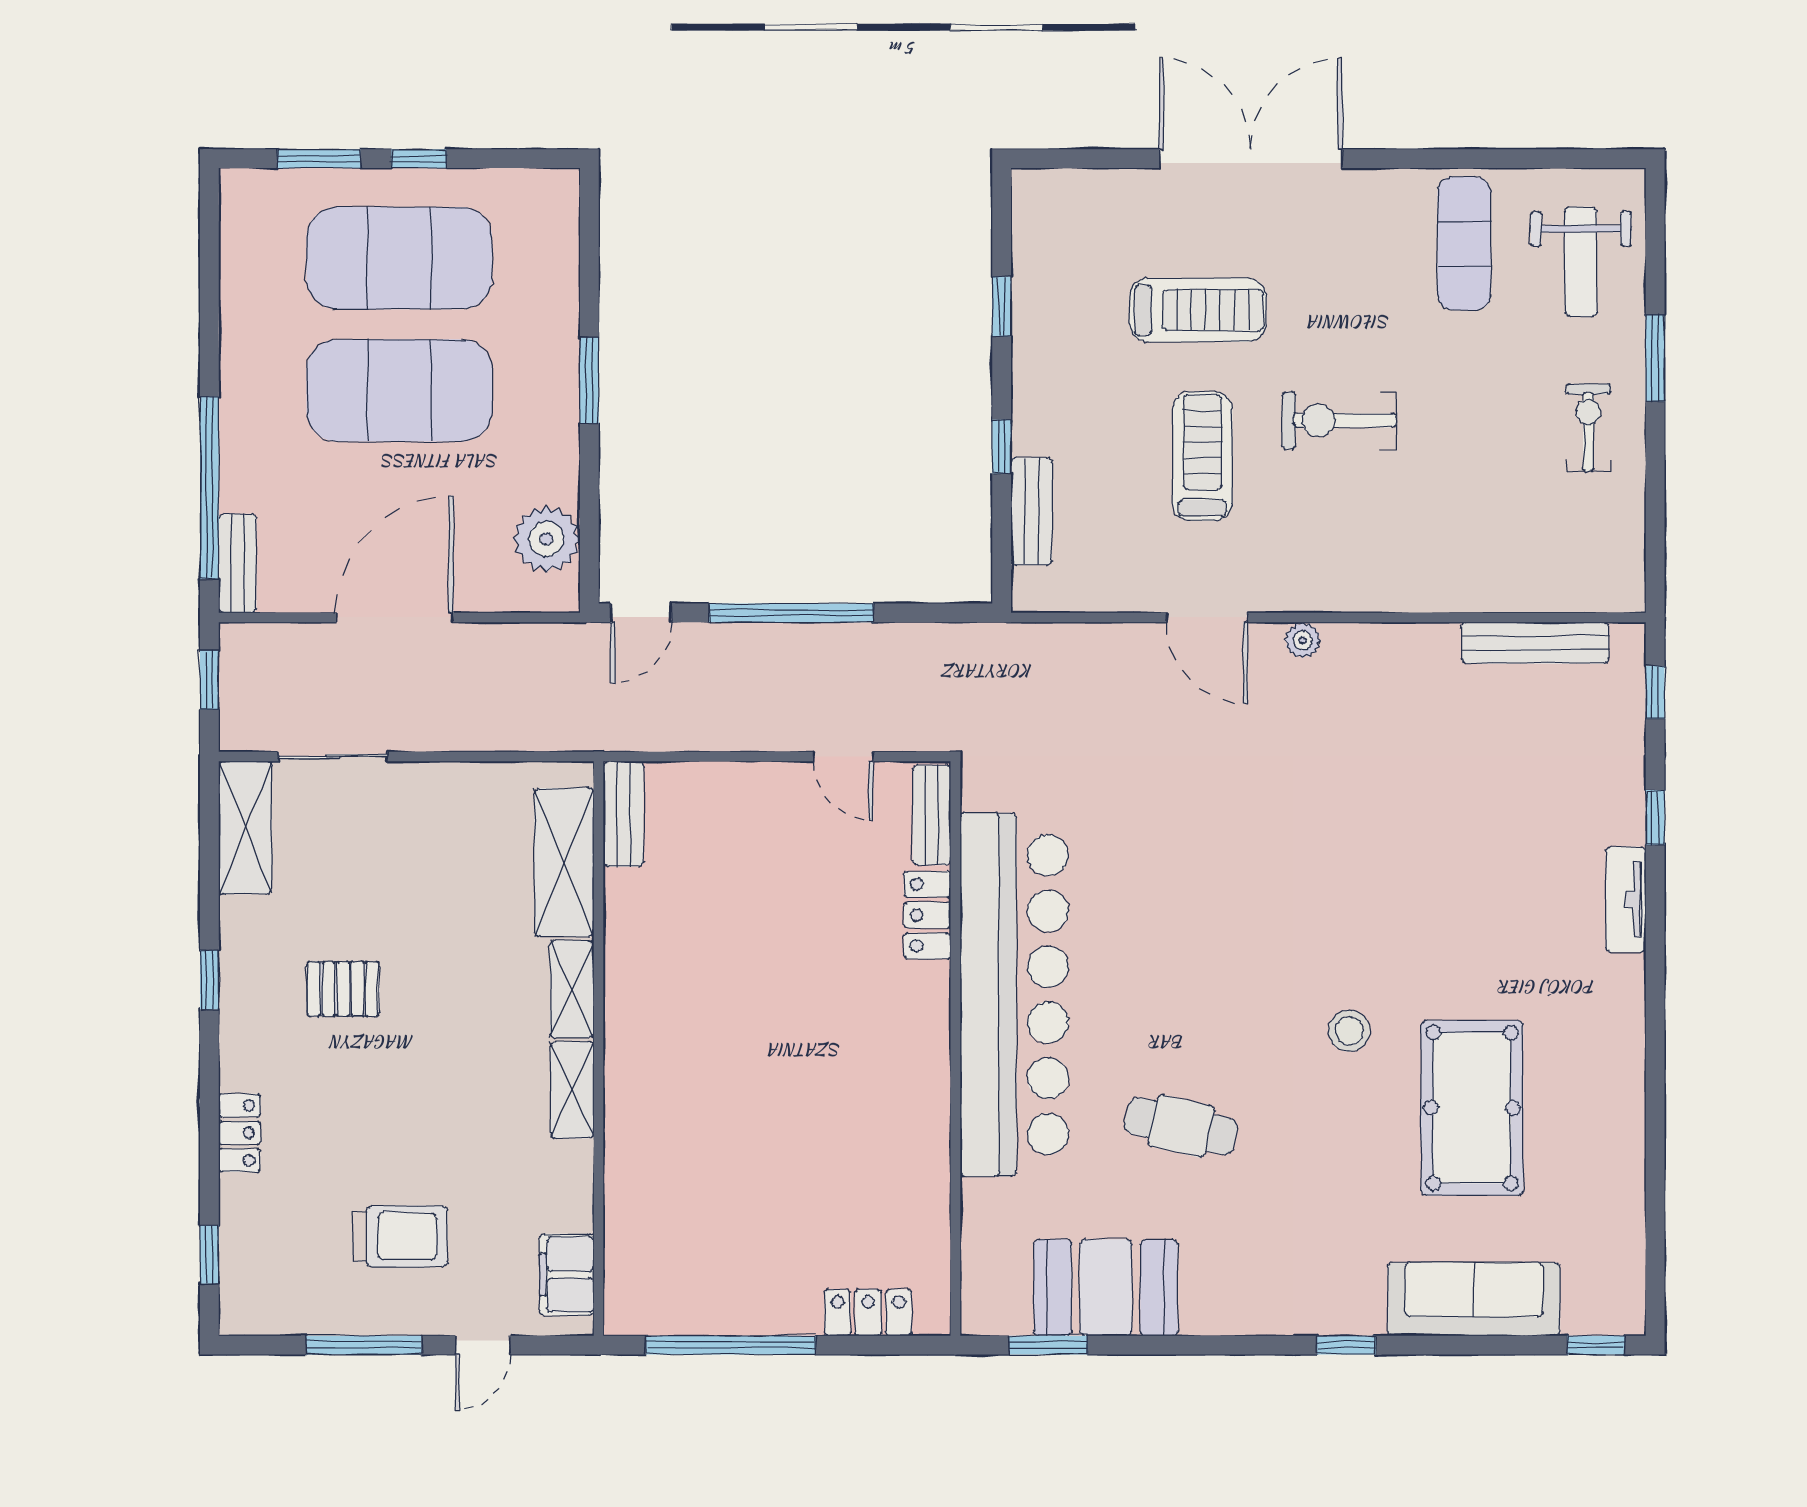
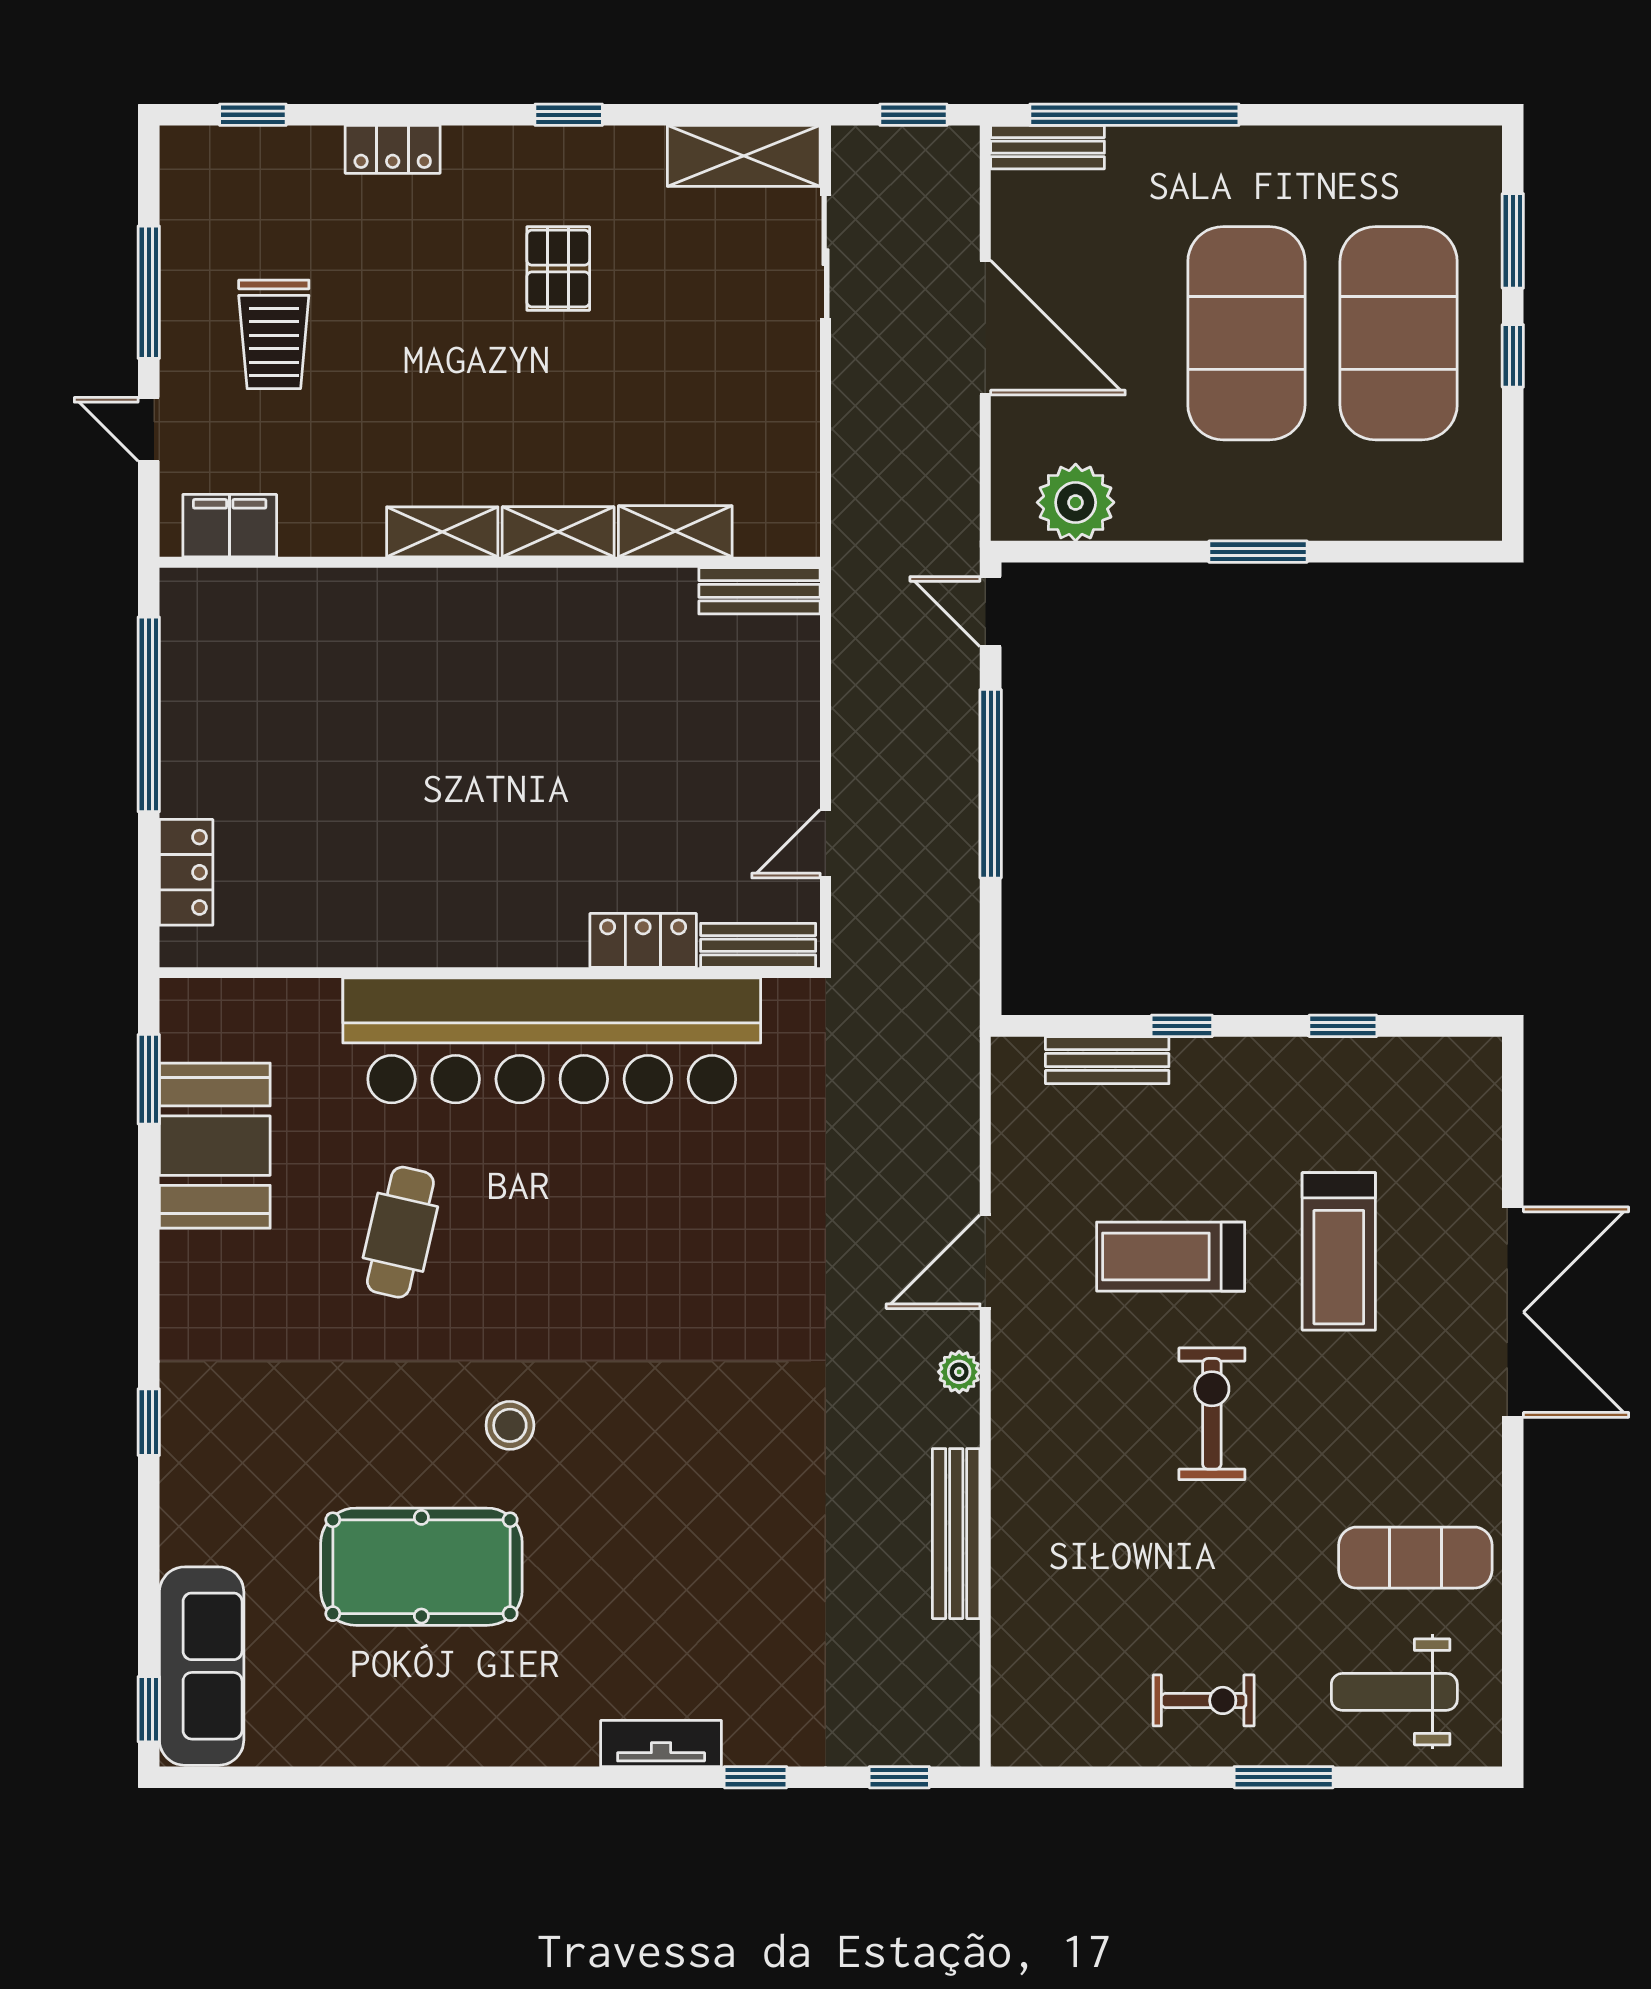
treadmill: (1202, 456) -> (1171, 1257), turned 180
bench: (1535, 643) -> (956, 1534), moved
shelving: (564, 862) -> (675, 531), width x0.67, depth x0.75
sofa: (1474, 1299) -> (202, 1666), moved

